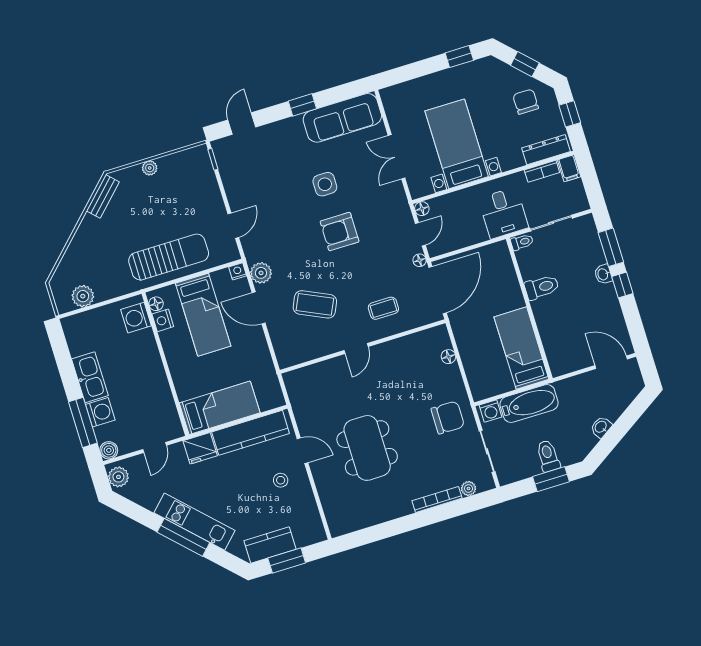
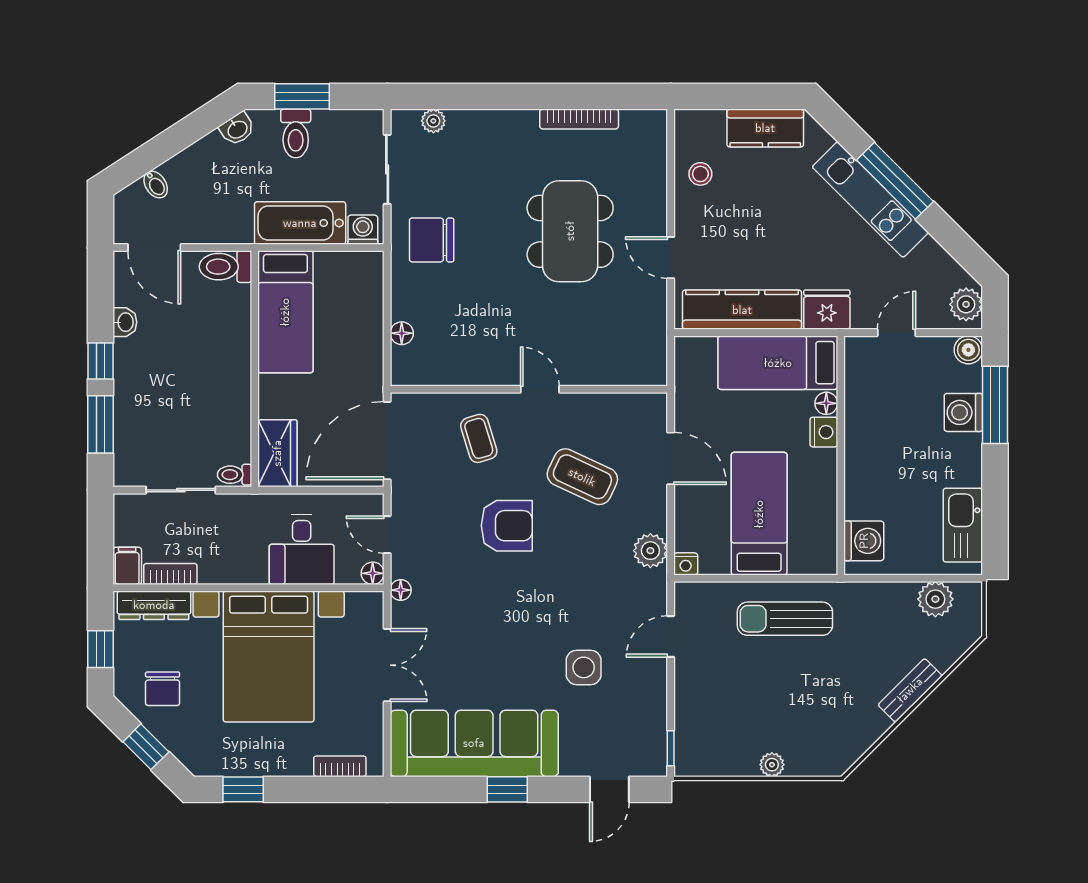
bookcase: (406, 88) -> (340, 766), added
sofa: (342, 118) -> (474, 743), width x1.36, depth x1.27
bed with nightstands: (457, 144) -> (269, 657), width x1.36
side table: (325, 184) -> (584, 667), moved
bench: (103, 196) -> (910, 690), moved
desk: (503, 213) -> (302, 550), moved, turned 180
armchair: (340, 232) -> (507, 526), moved
door: (420, 234) -> (387, 535), hinge flipped
sun lounger: (169, 257) -> (785, 619), width x0.73, depth x0.75
floor lamp: (420, 260) -> (401, 590), moved
wardrobe: (500, 263) -> (277, 453), added
washbasin: (603, 274) -> (125, 322), moved
toilet: (542, 287) -> (226, 267), moved
floor lamp: (156, 304) -> (826, 403), moved
door: (259, 308) -> (671, 458), moved
coffee table: (383, 308) -> (479, 438), turned 73
nightstand: (163, 320) -> (824, 432), moved
door: (356, 349) -> (540, 389), hinge flipped
kitchen sink: (90, 377) -> (963, 525), moved
bidet: (622, 400) -> (156, 185), added
washbasin: (601, 427) -> (237, 129), moved
stool: (281, 480) -> (700, 174), moved
bookcase: (437, 499) -> (579, 119), moved
window: (287, 560) -> (747, 96), removed

